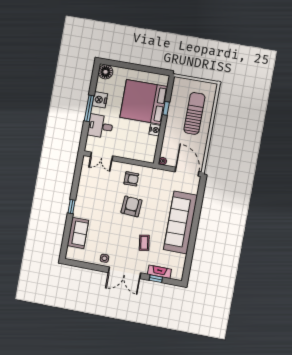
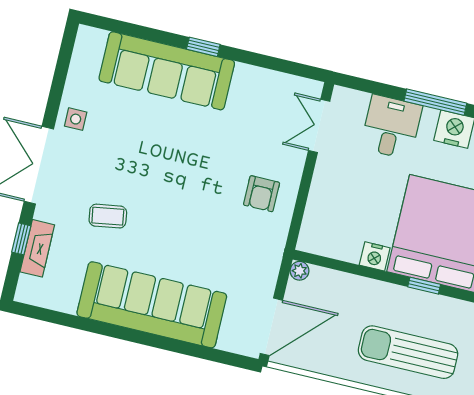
sun lounger: (194, 113) -> (408, 352), turned 180
armchair: (131, 206) -> (196, 191), removed
sofa: (78, 233) -> (167, 71), width x1.85, depth x1.27

